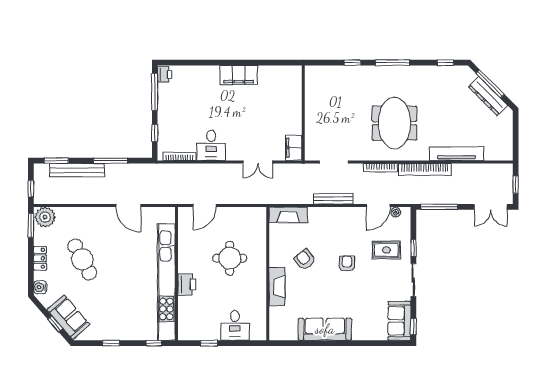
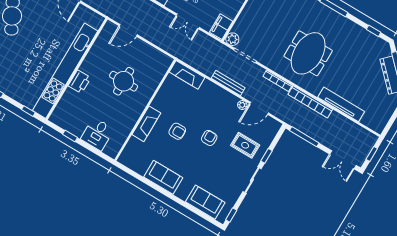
plant: (312, 153) -> (232, 39), added
plant: (396, 212) -> (242, 105), moved
armchair: (305, 260) -> (177, 131), moved, turned 128
sofa: (399, 321) -> (205, 202), moved, turned 90
sofa: (325, 329) -> (163, 177), width x0.73

